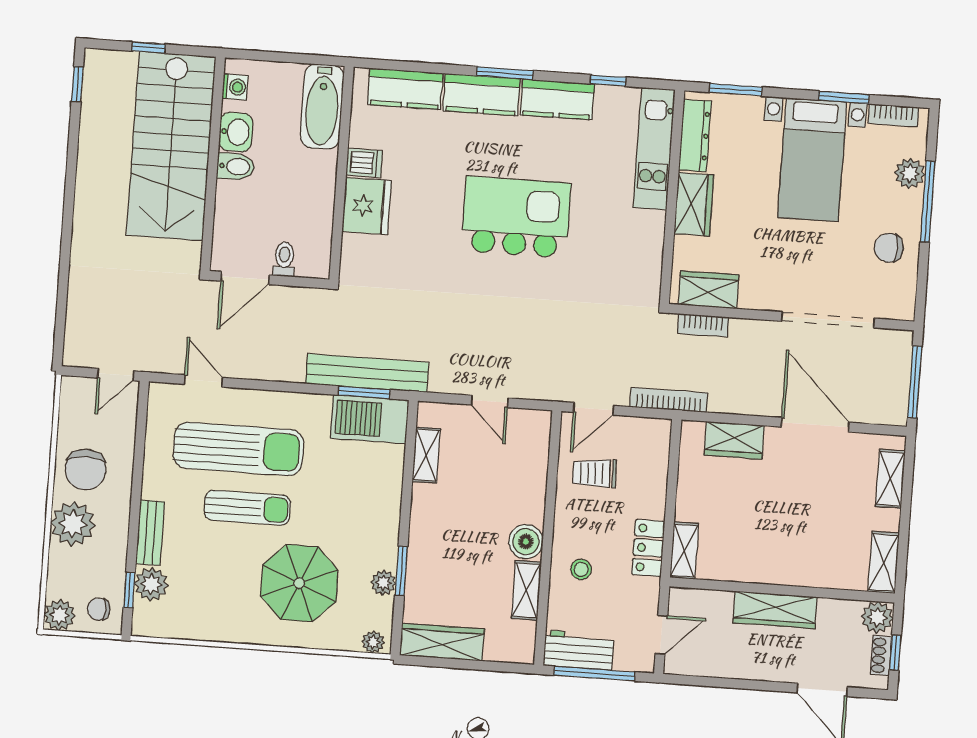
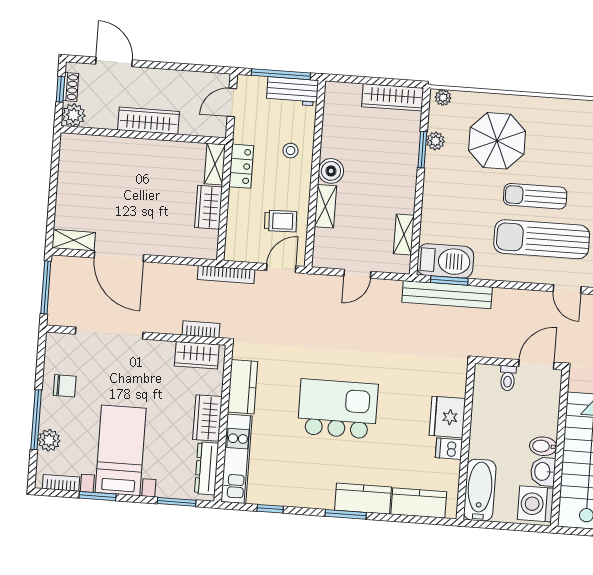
washing machine: (235, 87) -> (536, 504), width x1.89, depth x1.89
kitchen counter: (557, 99) -> (243, 387), moved, turned 90
kitchen island: (516, 217) -> (338, 409), turned 180
door: (490, 401) -> (357, 274), swing flipped
wardrobe: (734, 440) -> (209, 207), moved, turned -90
shelving: (890, 479) -> (74, 240), moved, turned 90
shelving: (884, 562) -> (69, 155), removed
shelving: (526, 590) -> (325, 206), moved

